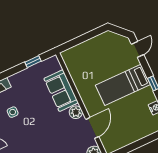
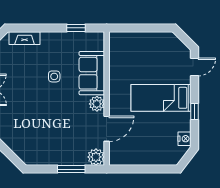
side table: (13, 112) -> (54, 76), moved

